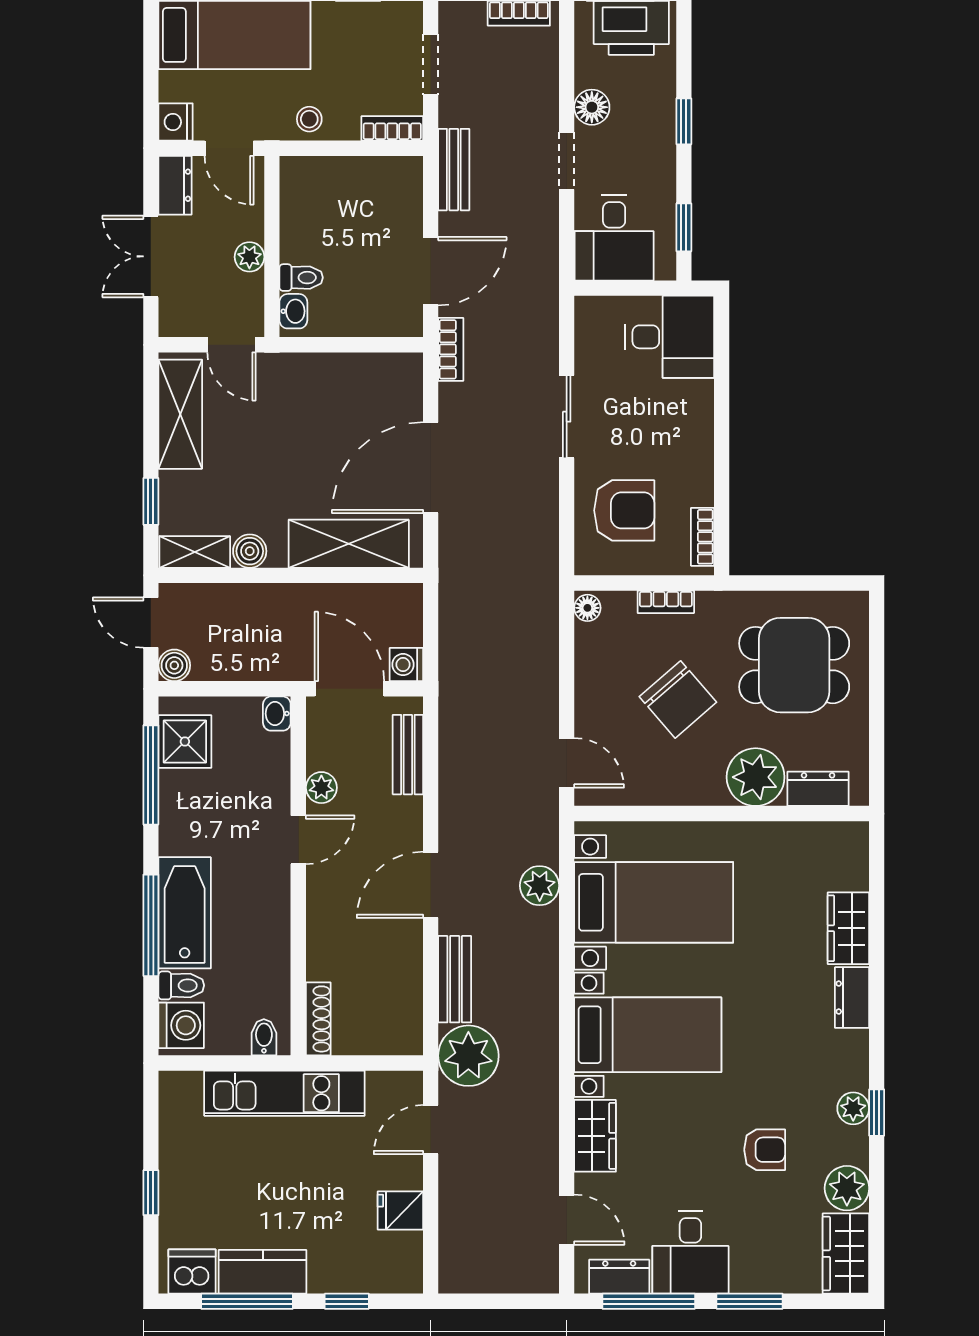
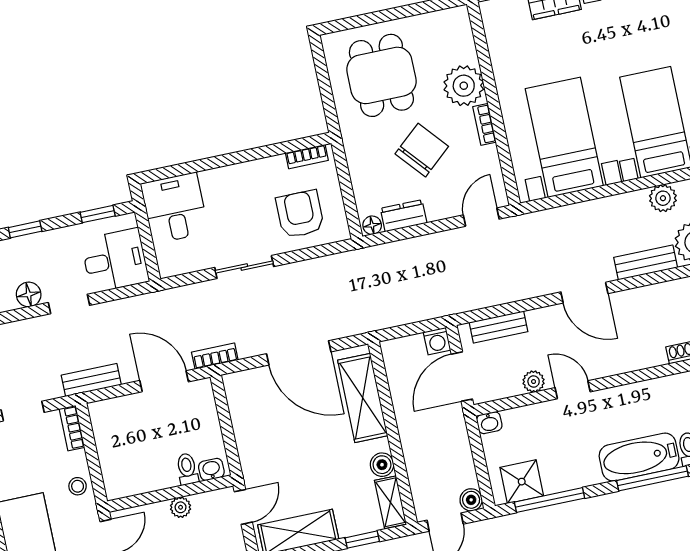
bookcase: (666, 602) -> (484, 124), moved, turned 180
dresser: (818, 789) -> (404, 216), moved, turned 90
plant: (540, 886) -> (663, 198), moved

